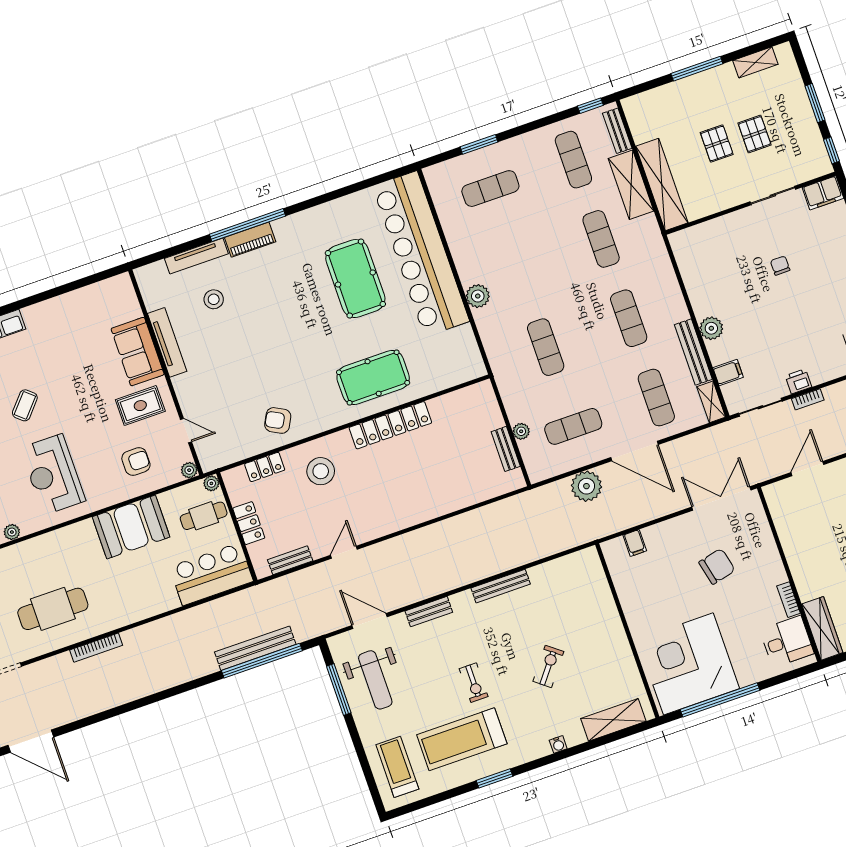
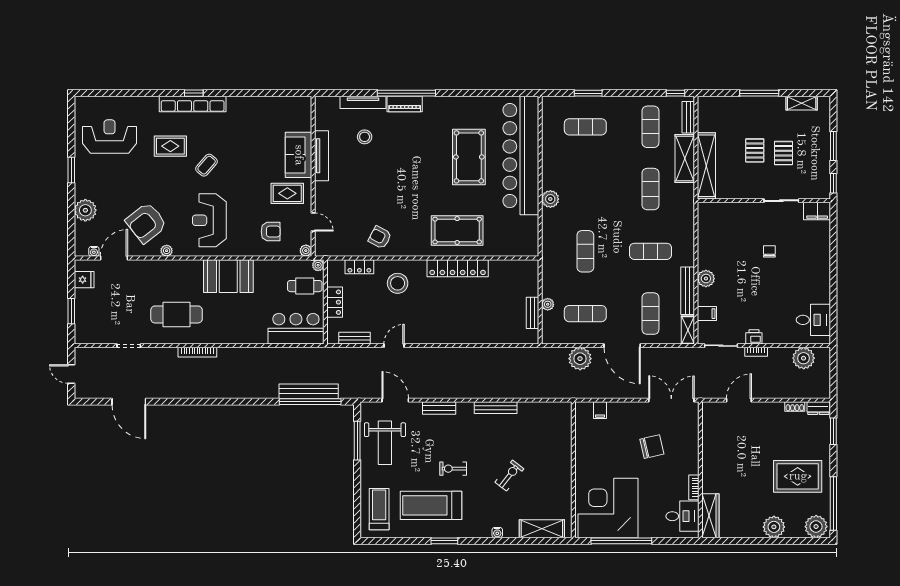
exercise mat: (629, 318) -> (650, 251), turned 90
booth: (131, 527) -> (228, 276), moved
exercise bike: (474, 683) -> (453, 469), turned 90

